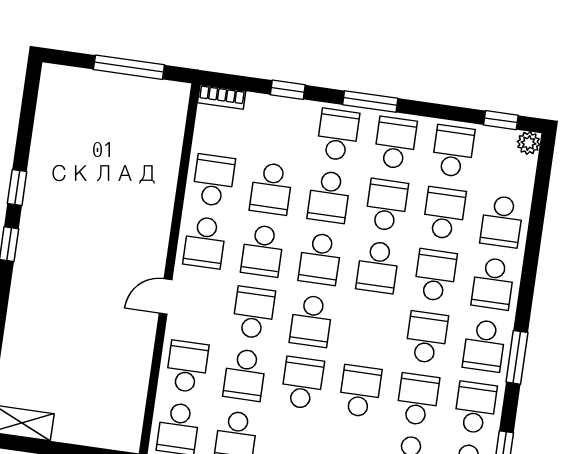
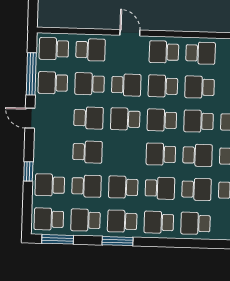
school desk: (426, 337) -> (123, 187), turned 180
school desk: (475, 408) -> (86, 220), turned 180

